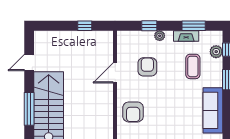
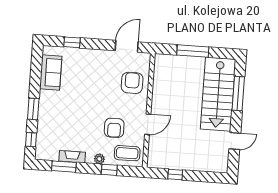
plant: (216, 52) -> (43, 138), removed
coffee table: (193, 66) -> (127, 153), moved, turned 90
sofa: (213, 110) -> (51, 72), width x0.73

